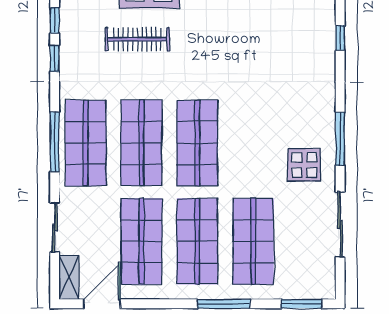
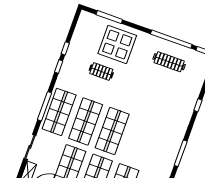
clothes rail: (137, 39) -> (101, 71), width x0.73
display table: (304, 165) -> (159, 160), removed

